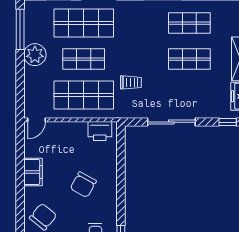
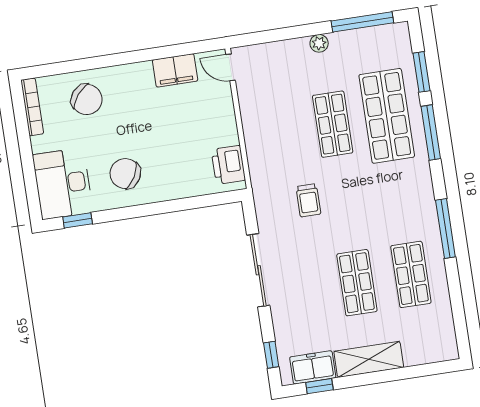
plant: (35, 55) -> (319, 43), width x0.53, depth x0.53
shop shelf: (84, 95) -> (279, 132), removed
filing cabinet: (33, 172) -> (175, 70), moved
chair: (83, 185) -> (125, 174), moved

